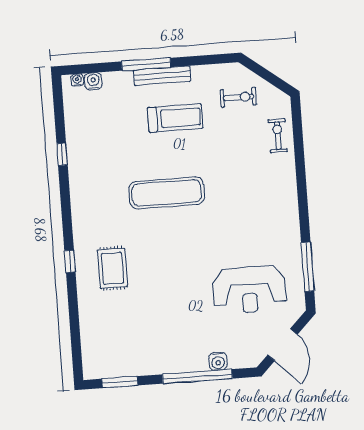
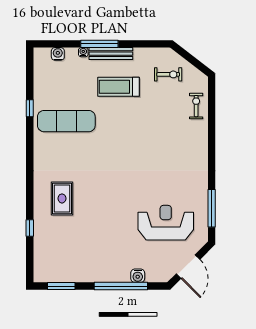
water cooler: (77, 80) -> (83, 52), moved
treadmill: (175, 118) -> (119, 87), turned 180
exercise mat: (167, 193) -> (66, 121), moved
window: (70, 261) -> (30, 228), moved
reception desk: (249, 290) -> (166, 223), turned 180

